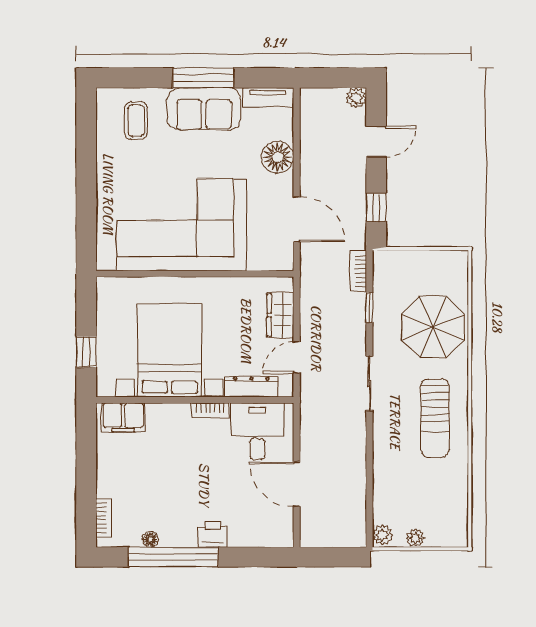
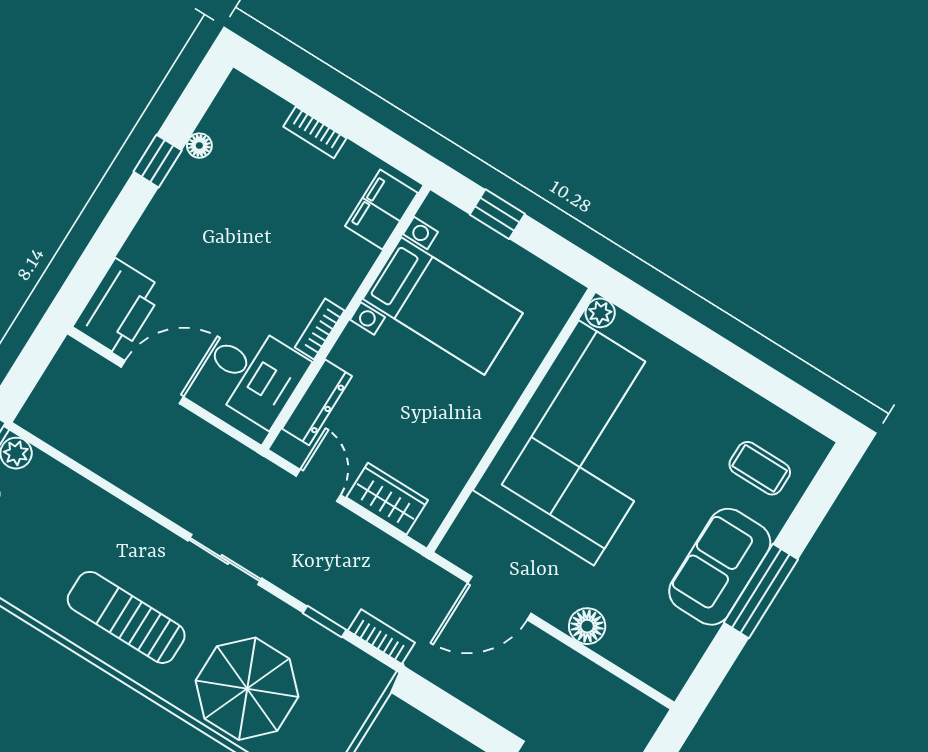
tv unit: (268, 97) -> (682, 660), removed
floor lamp: (278, 157) -> (587, 626), width x0.73, depth x0.73
window: (376, 207) -> (450, 712), removed
plant: (105, 262) -> (600, 313), added
bed with nightstands: (170, 351) -> (443, 306), width x0.73
bookcase: (104, 518) -> (315, 132), moved
printer: (213, 535) -> (118, 308), moved, width x1.87, depth x1.48
window: (173, 557) -> (158, 161), width x0.32

